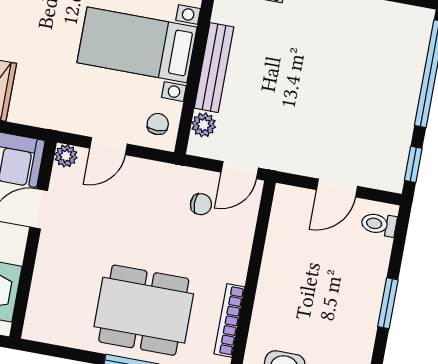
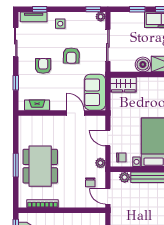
plant: (66, 156) -> (100, 163), moved

